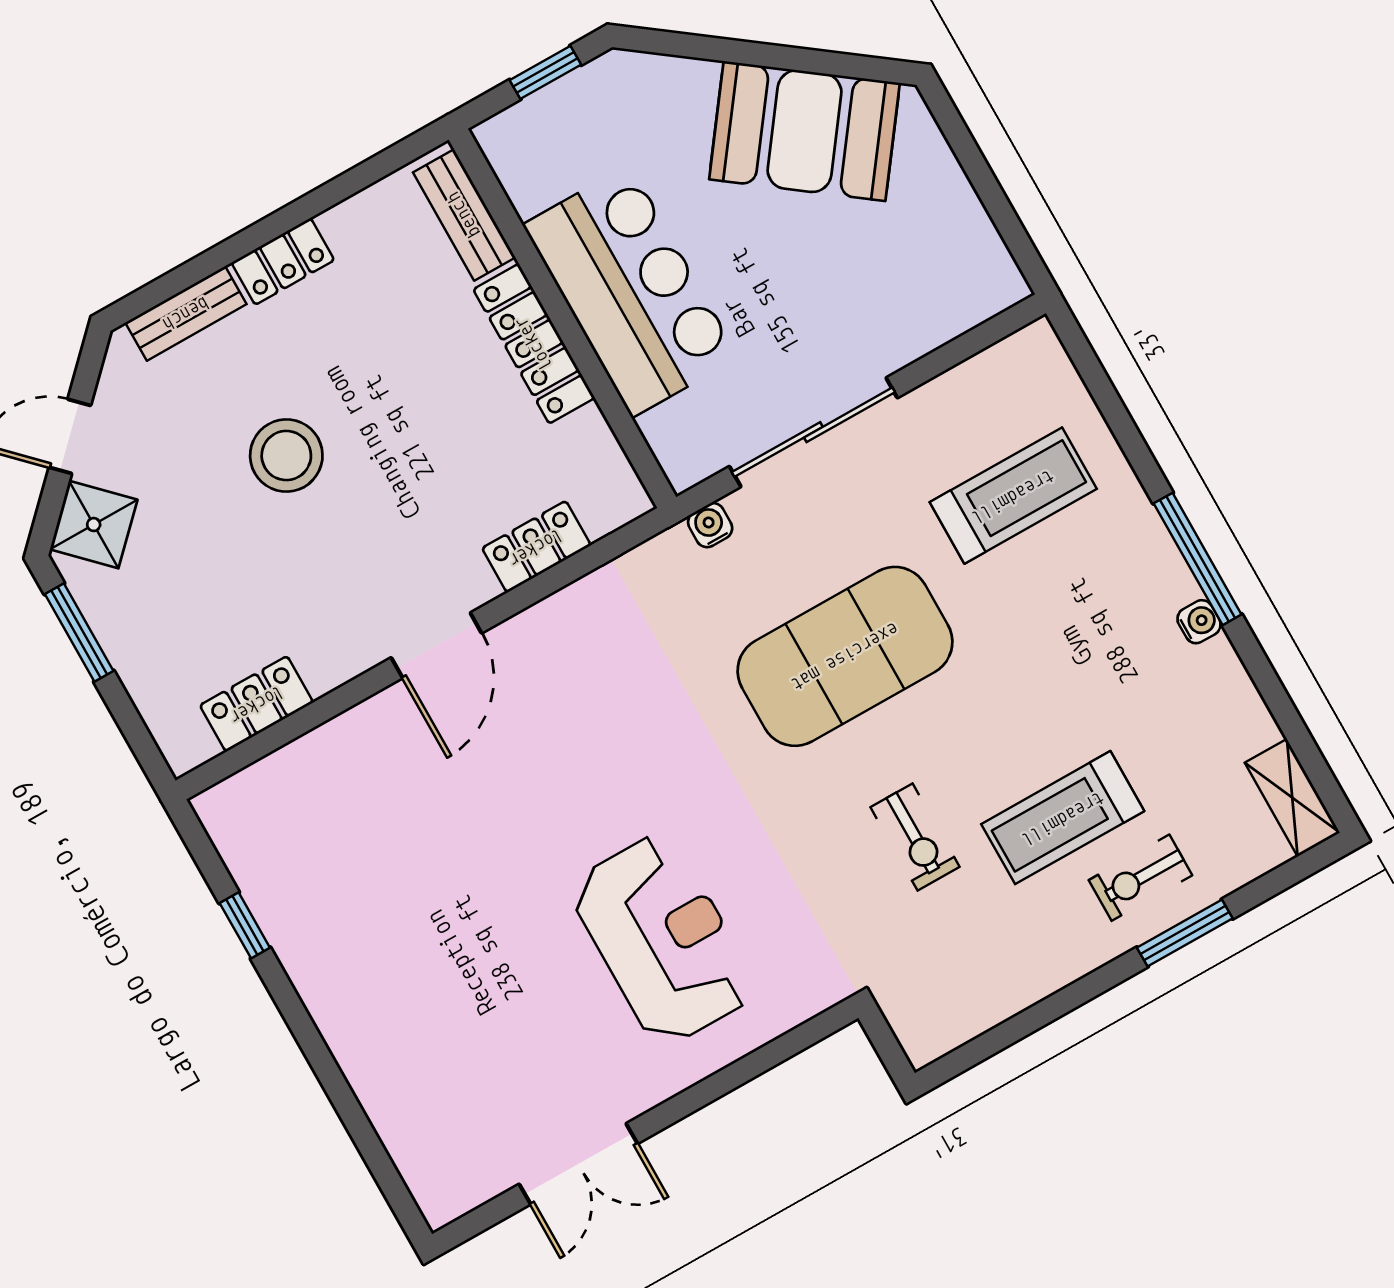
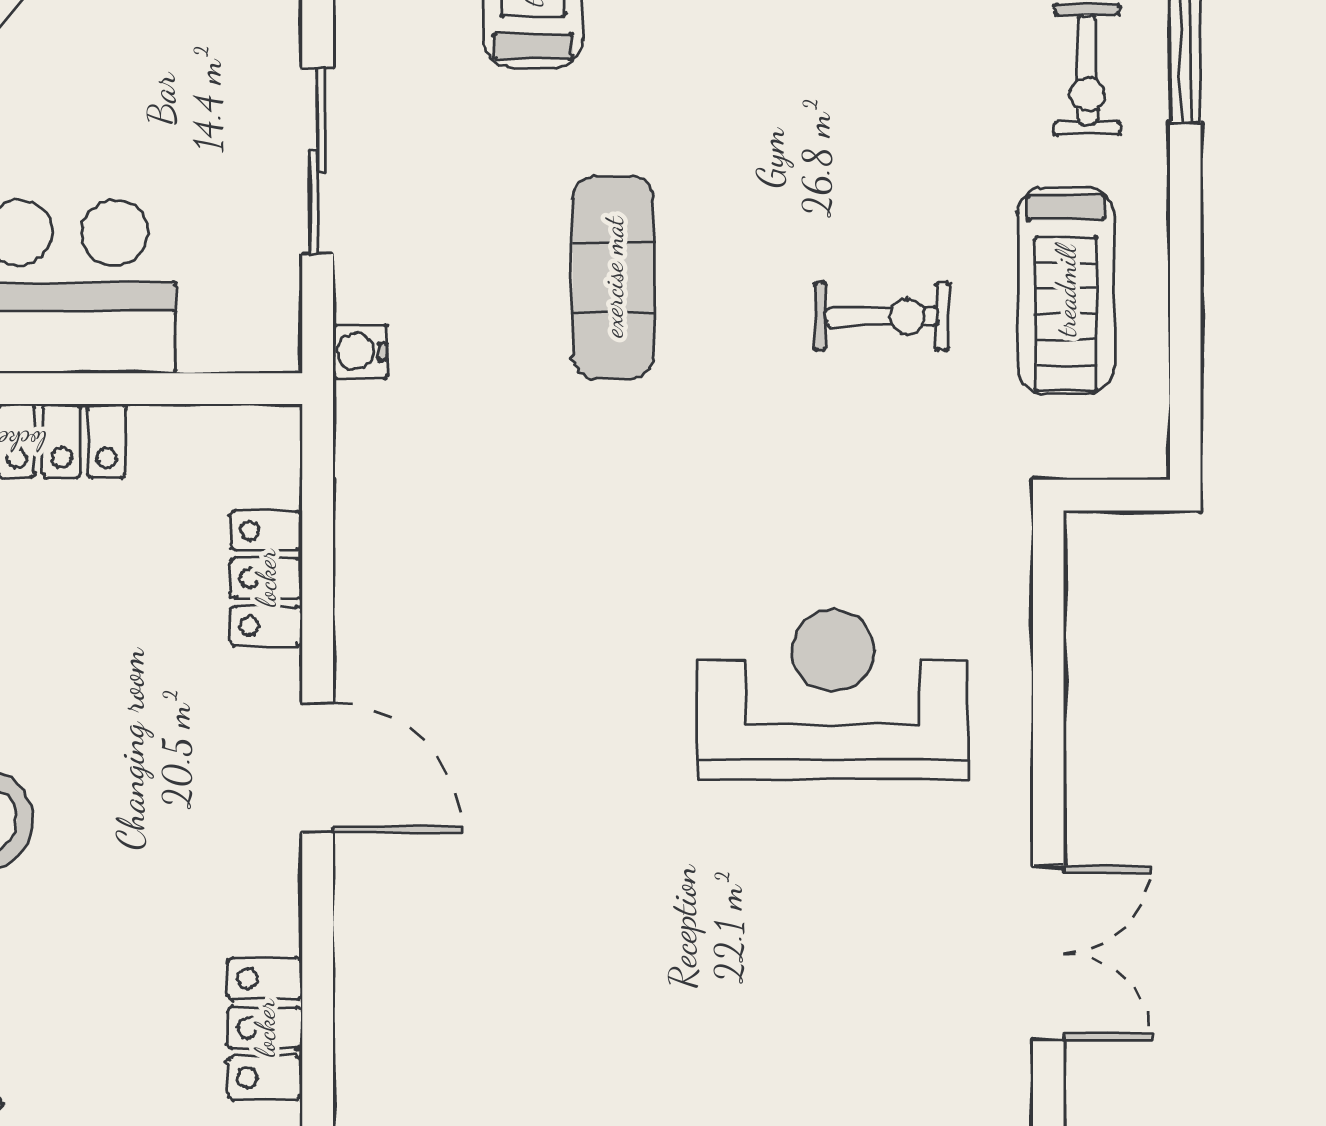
sliding door: (813, 432) -> (318, 161), width x0.73
exercise mat: (845, 656) -> (613, 277), width x0.50, depth x0.69
treadmill: (1063, 818) -> (1066, 291), moved

